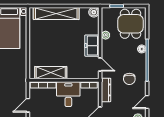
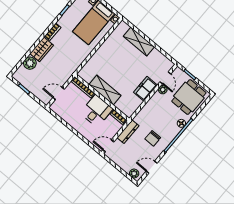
boiler: (94, 12) -> (168, 65), removed
shelving: (56, 13) -> (139, 42), width x0.68
door: (100, 64) -> (165, 78), moved
shelving: (51, 73) -> (105, 90), moved

